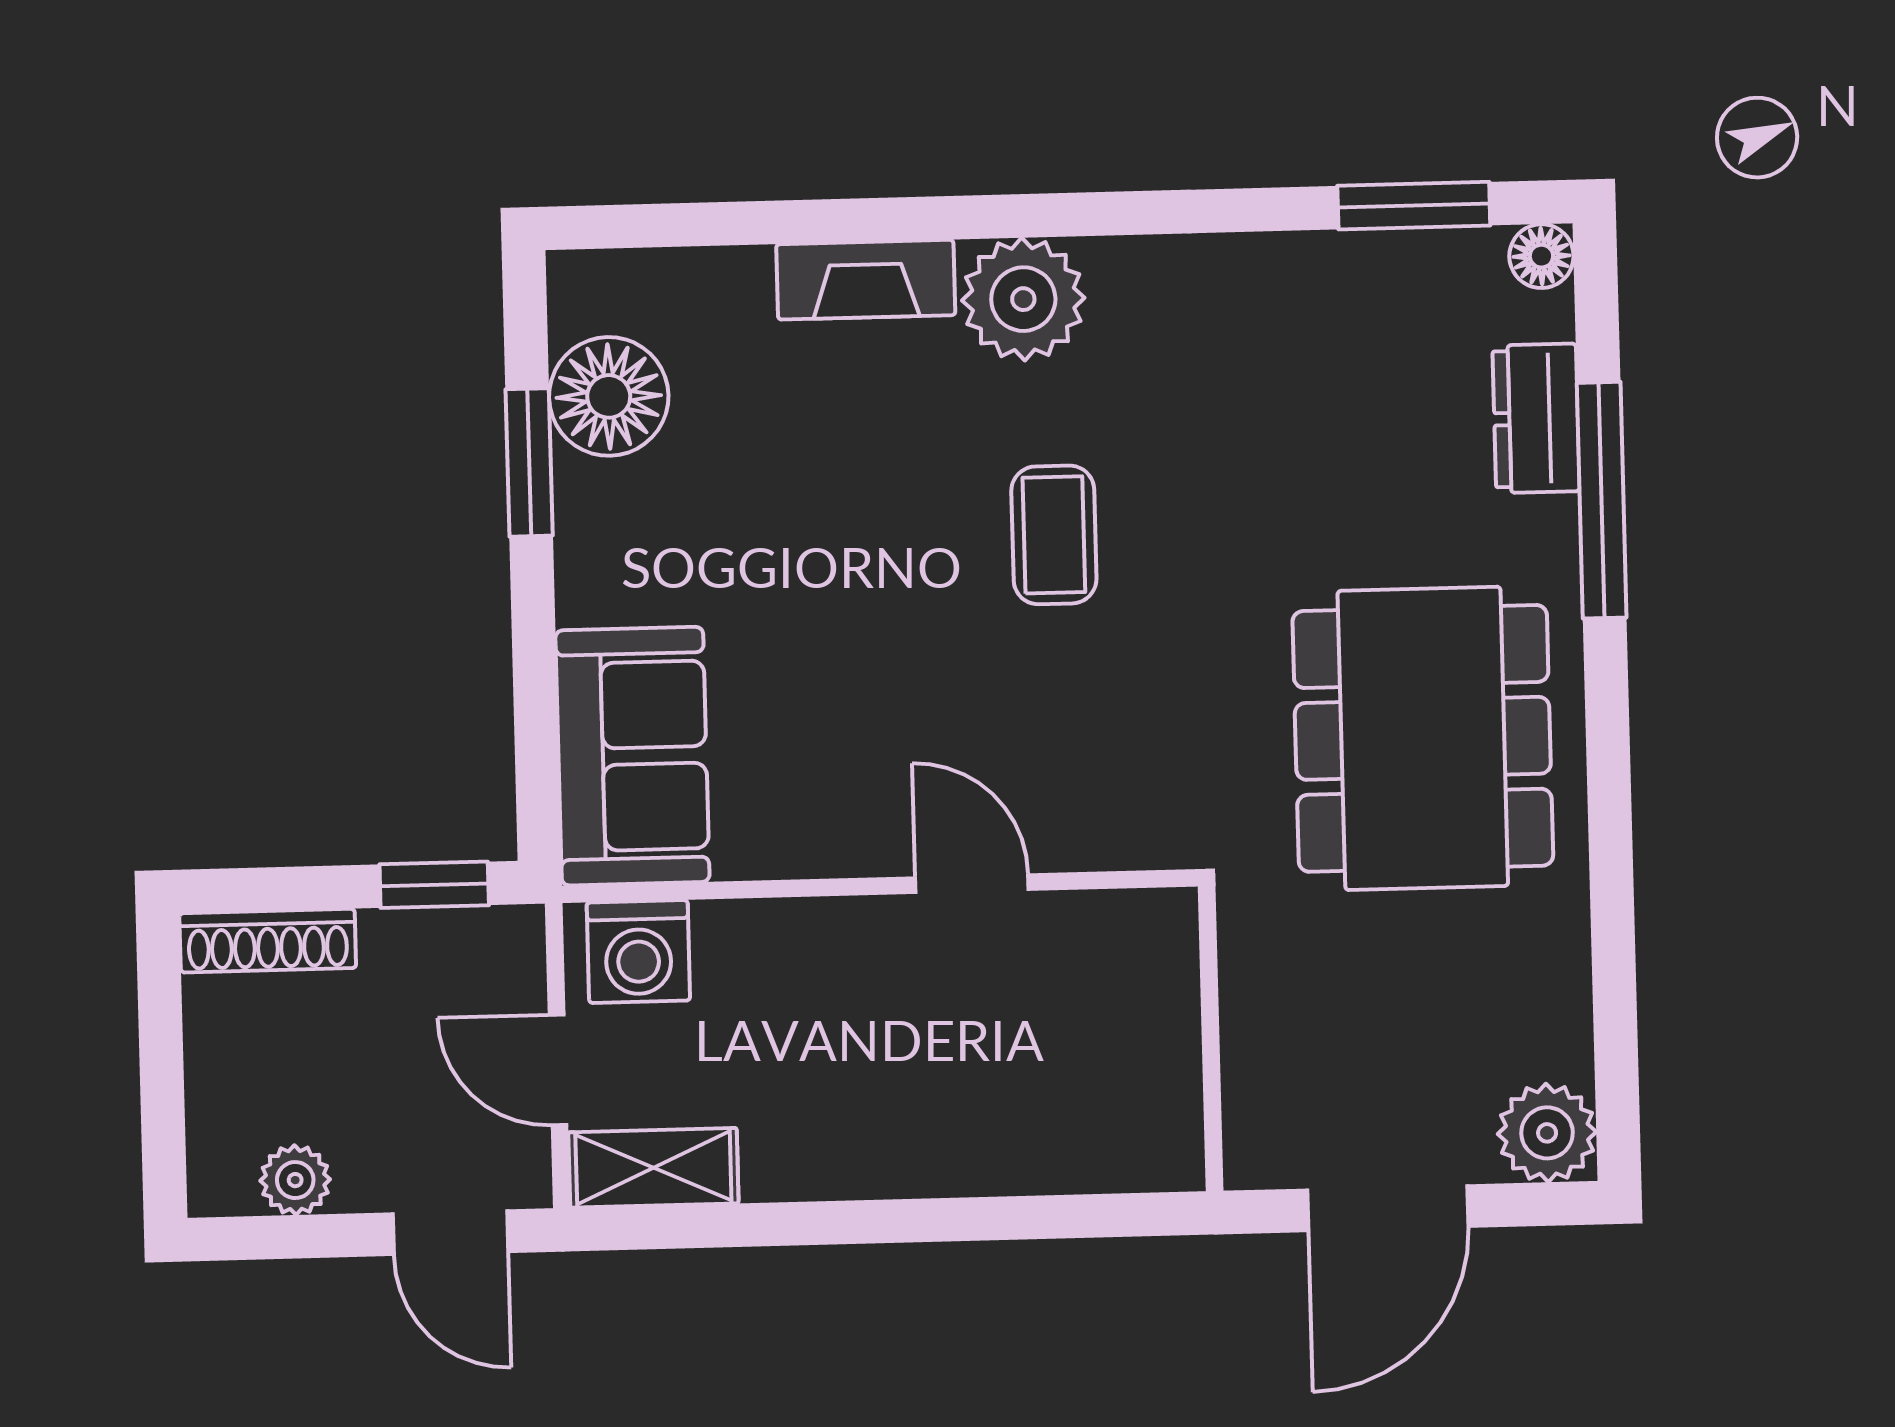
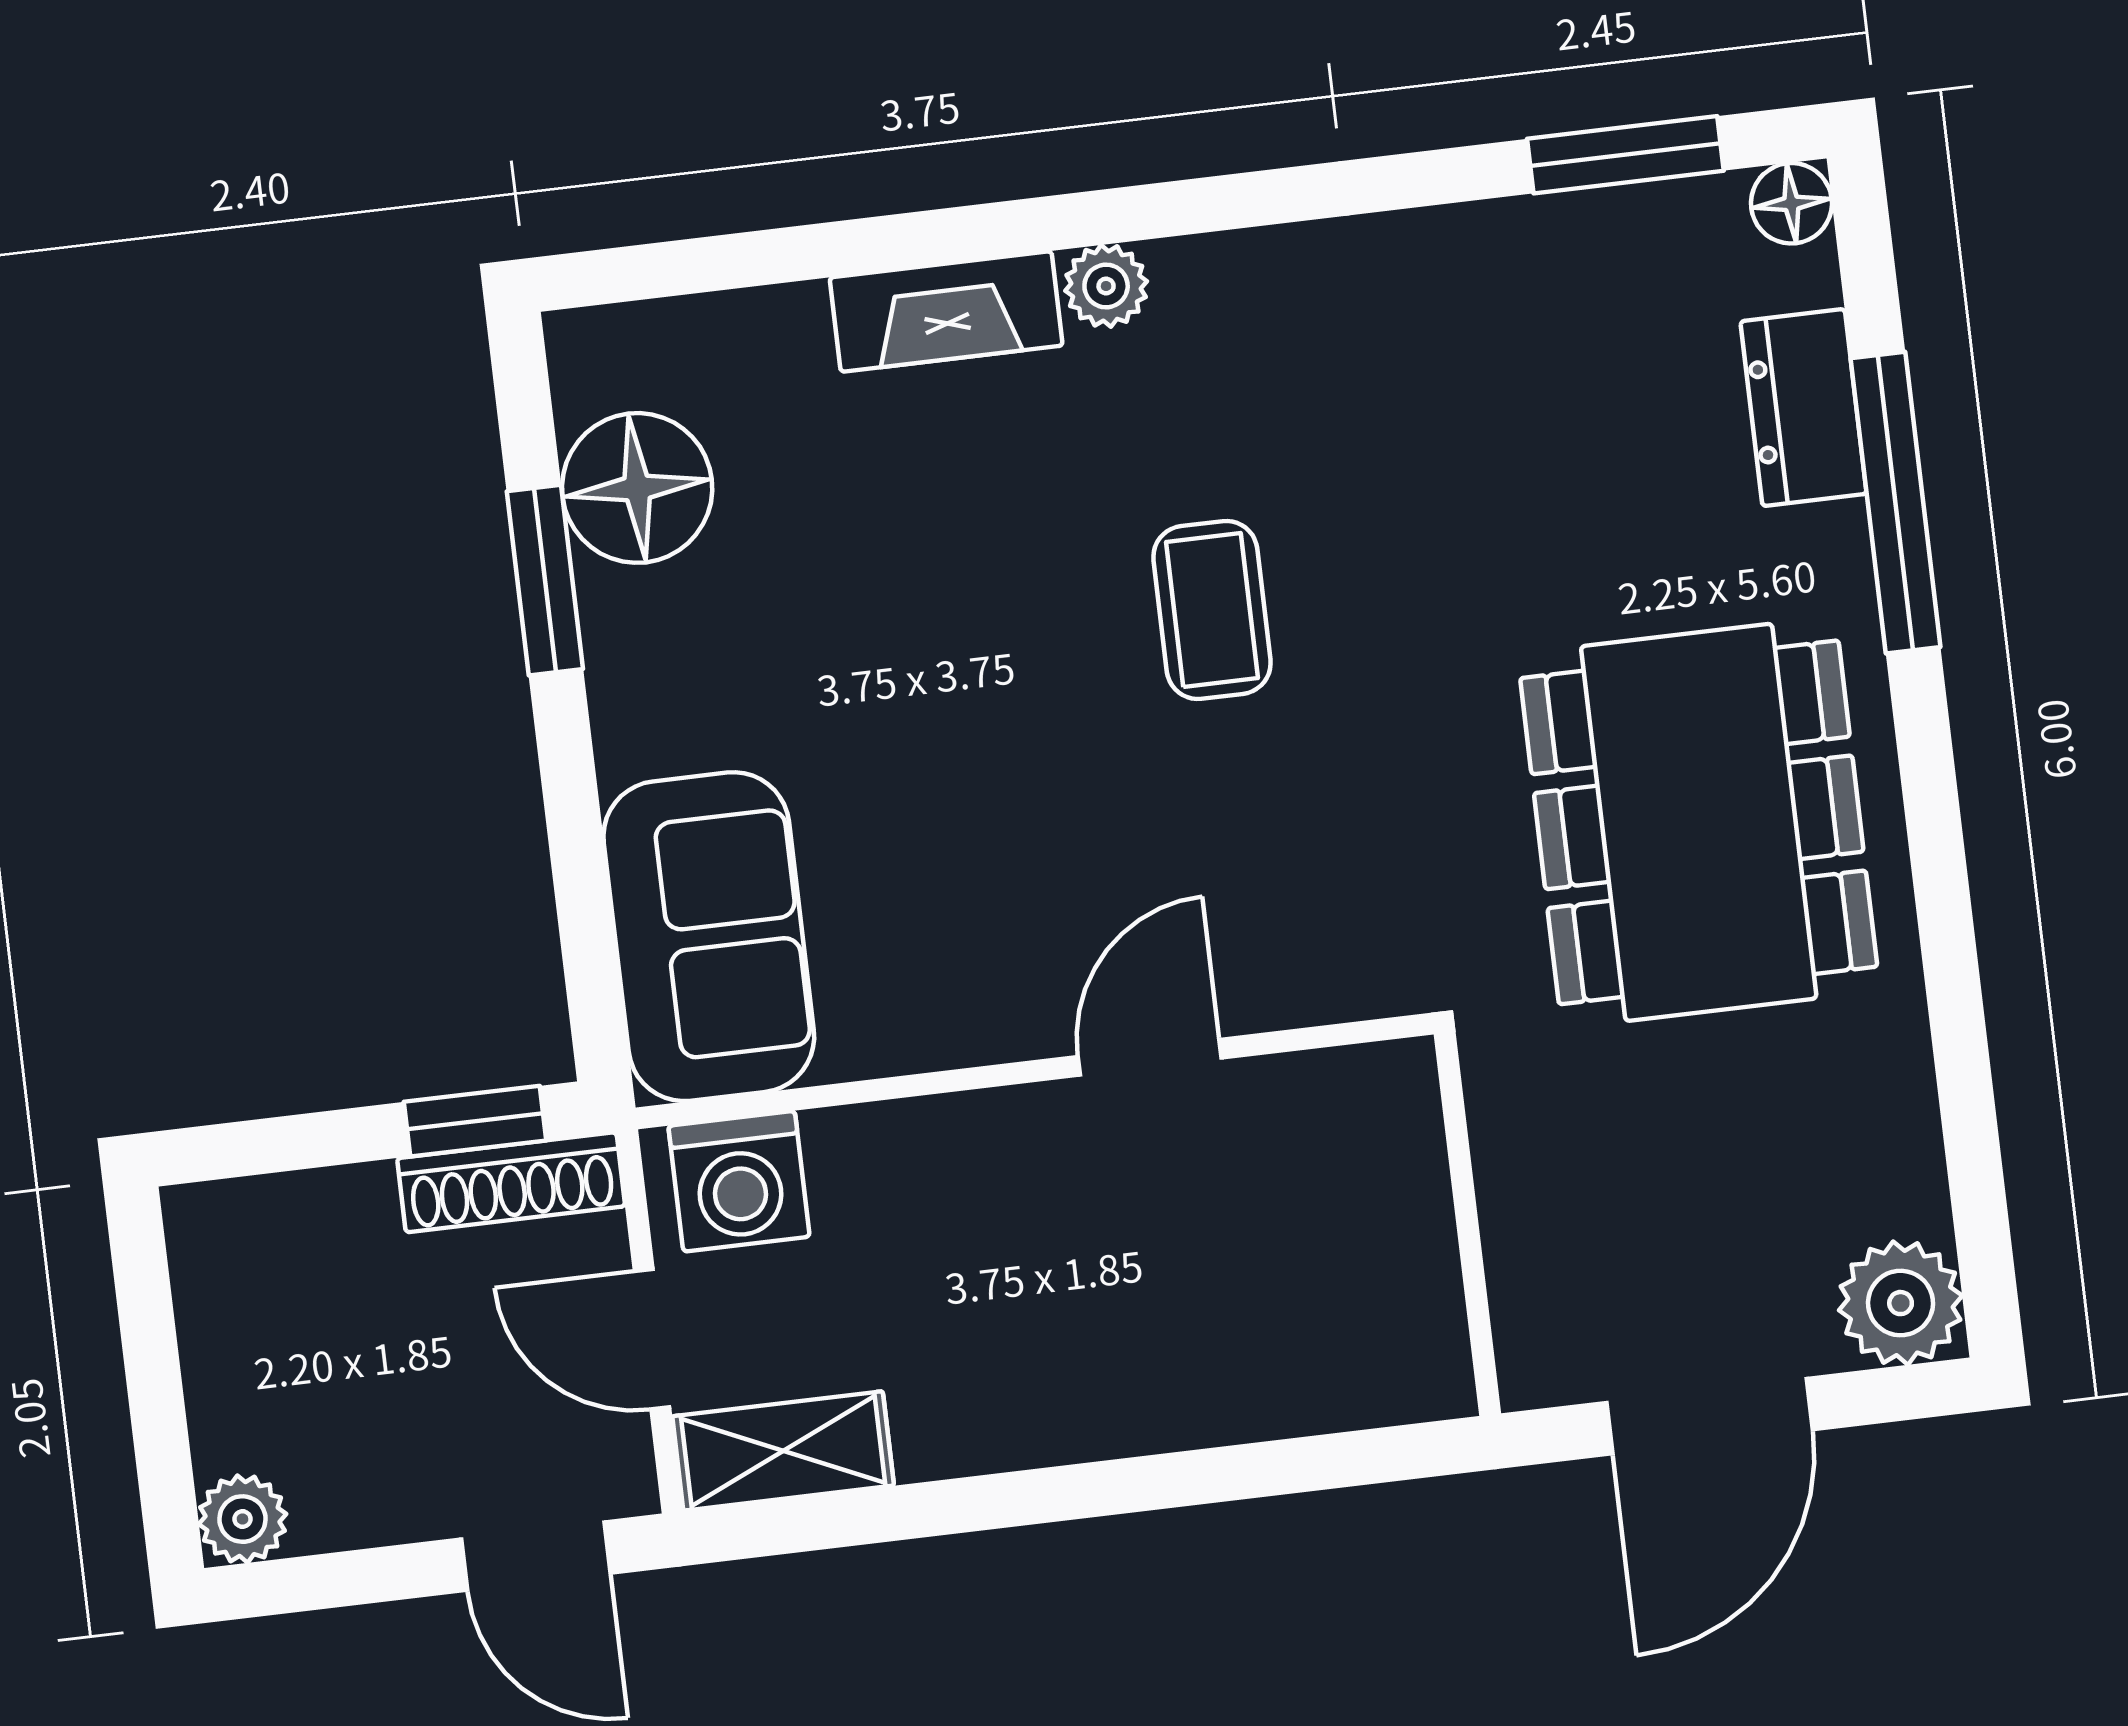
plant: (1023, 299) -> (1106, 286), width x0.53, depth x0.53
door: (972, 884) -> (1150, 1057), hinge flipped
shoe rack: (268, 941) -> (511, 1182), moved
plant: (295, 1180) -> (242, 1519), moved

